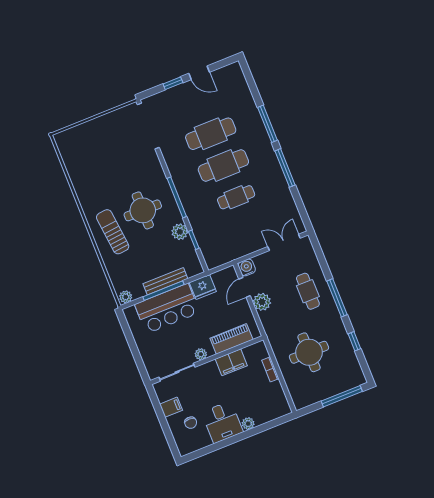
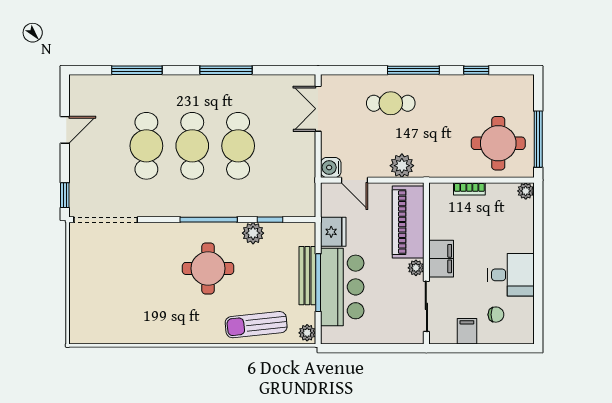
window: (173, 83) -> (65, 195), moved
window: (267, 124) -> (137, 70), moved
cafe table: (236, 197) -> (238, 146), width x1.37, depth x1.35
sun lounger: (113, 232) -> (256, 325), moved
plant: (262, 302) -> (402, 166), moved
piano: (231, 339) -> (408, 222), width x1.37, depth x1.33
round table: (309, 352) -> (498, 143), moved
filing cabinet: (231, 362) -> (441, 259), moved
window: (342, 396) -> (538, 139), moved
plant: (248, 424) -> (526, 191), moved

